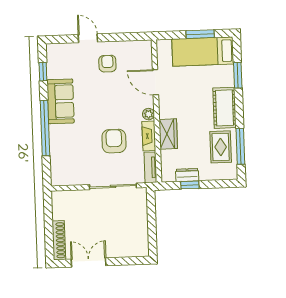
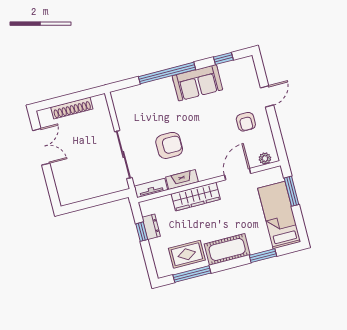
window: (200, 34) -> (291, 191), moved
armchair: (107, 64) -> (246, 122), turned 90
plant: (149, 114) -> (265, 159), moved
wardrobe: (168, 134) -> (196, 197), width x1.50
shoe rack: (59, 240) -> (72, 108), moved

